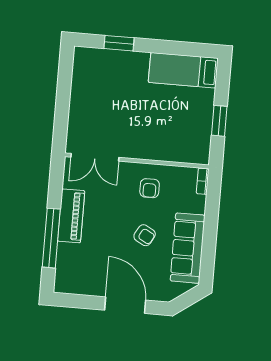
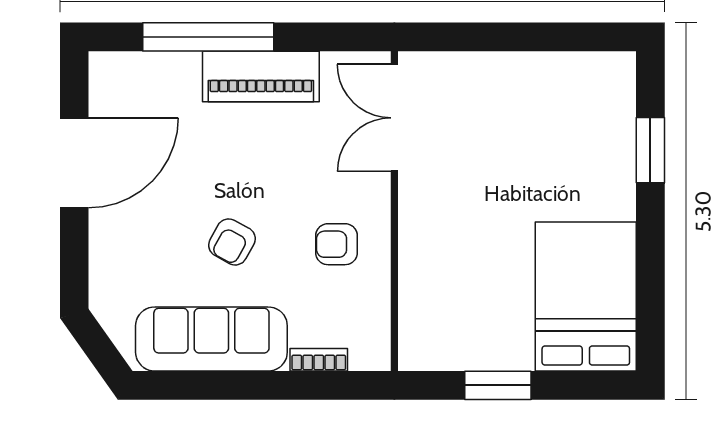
bed: (183, 70) -> (586, 297), width x1.50
bookcase: (203, 181) -> (319, 360), moved
door: (125, 305) -> (74, 163), moved

